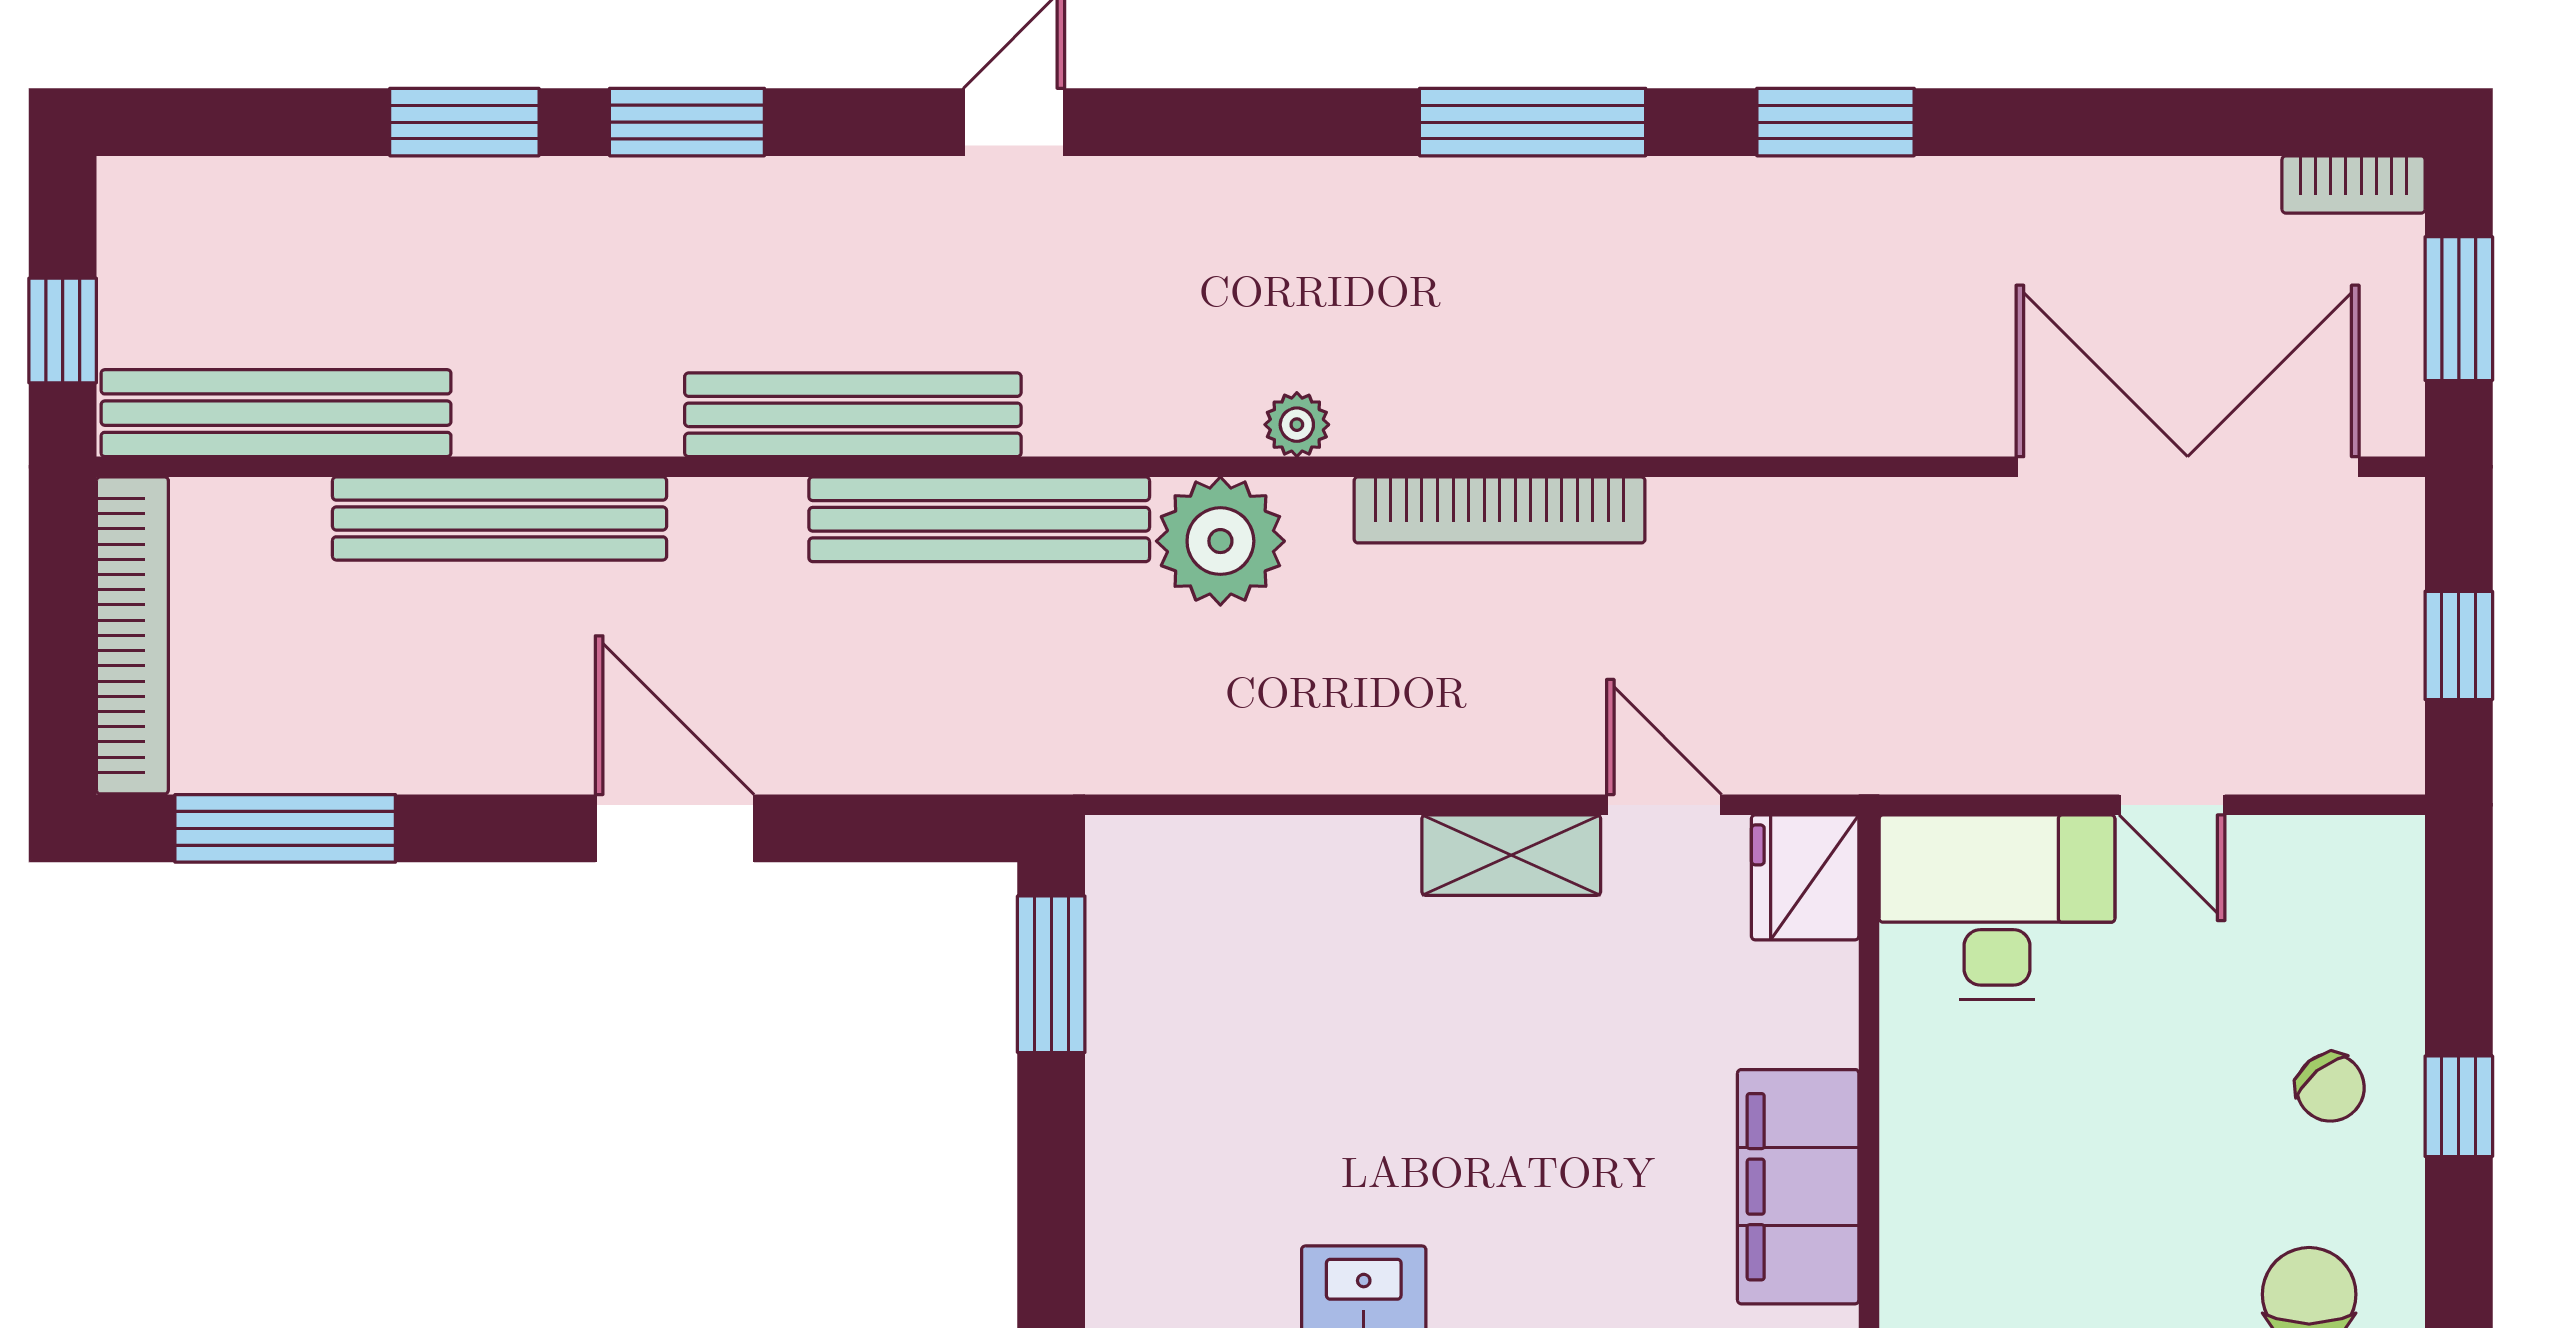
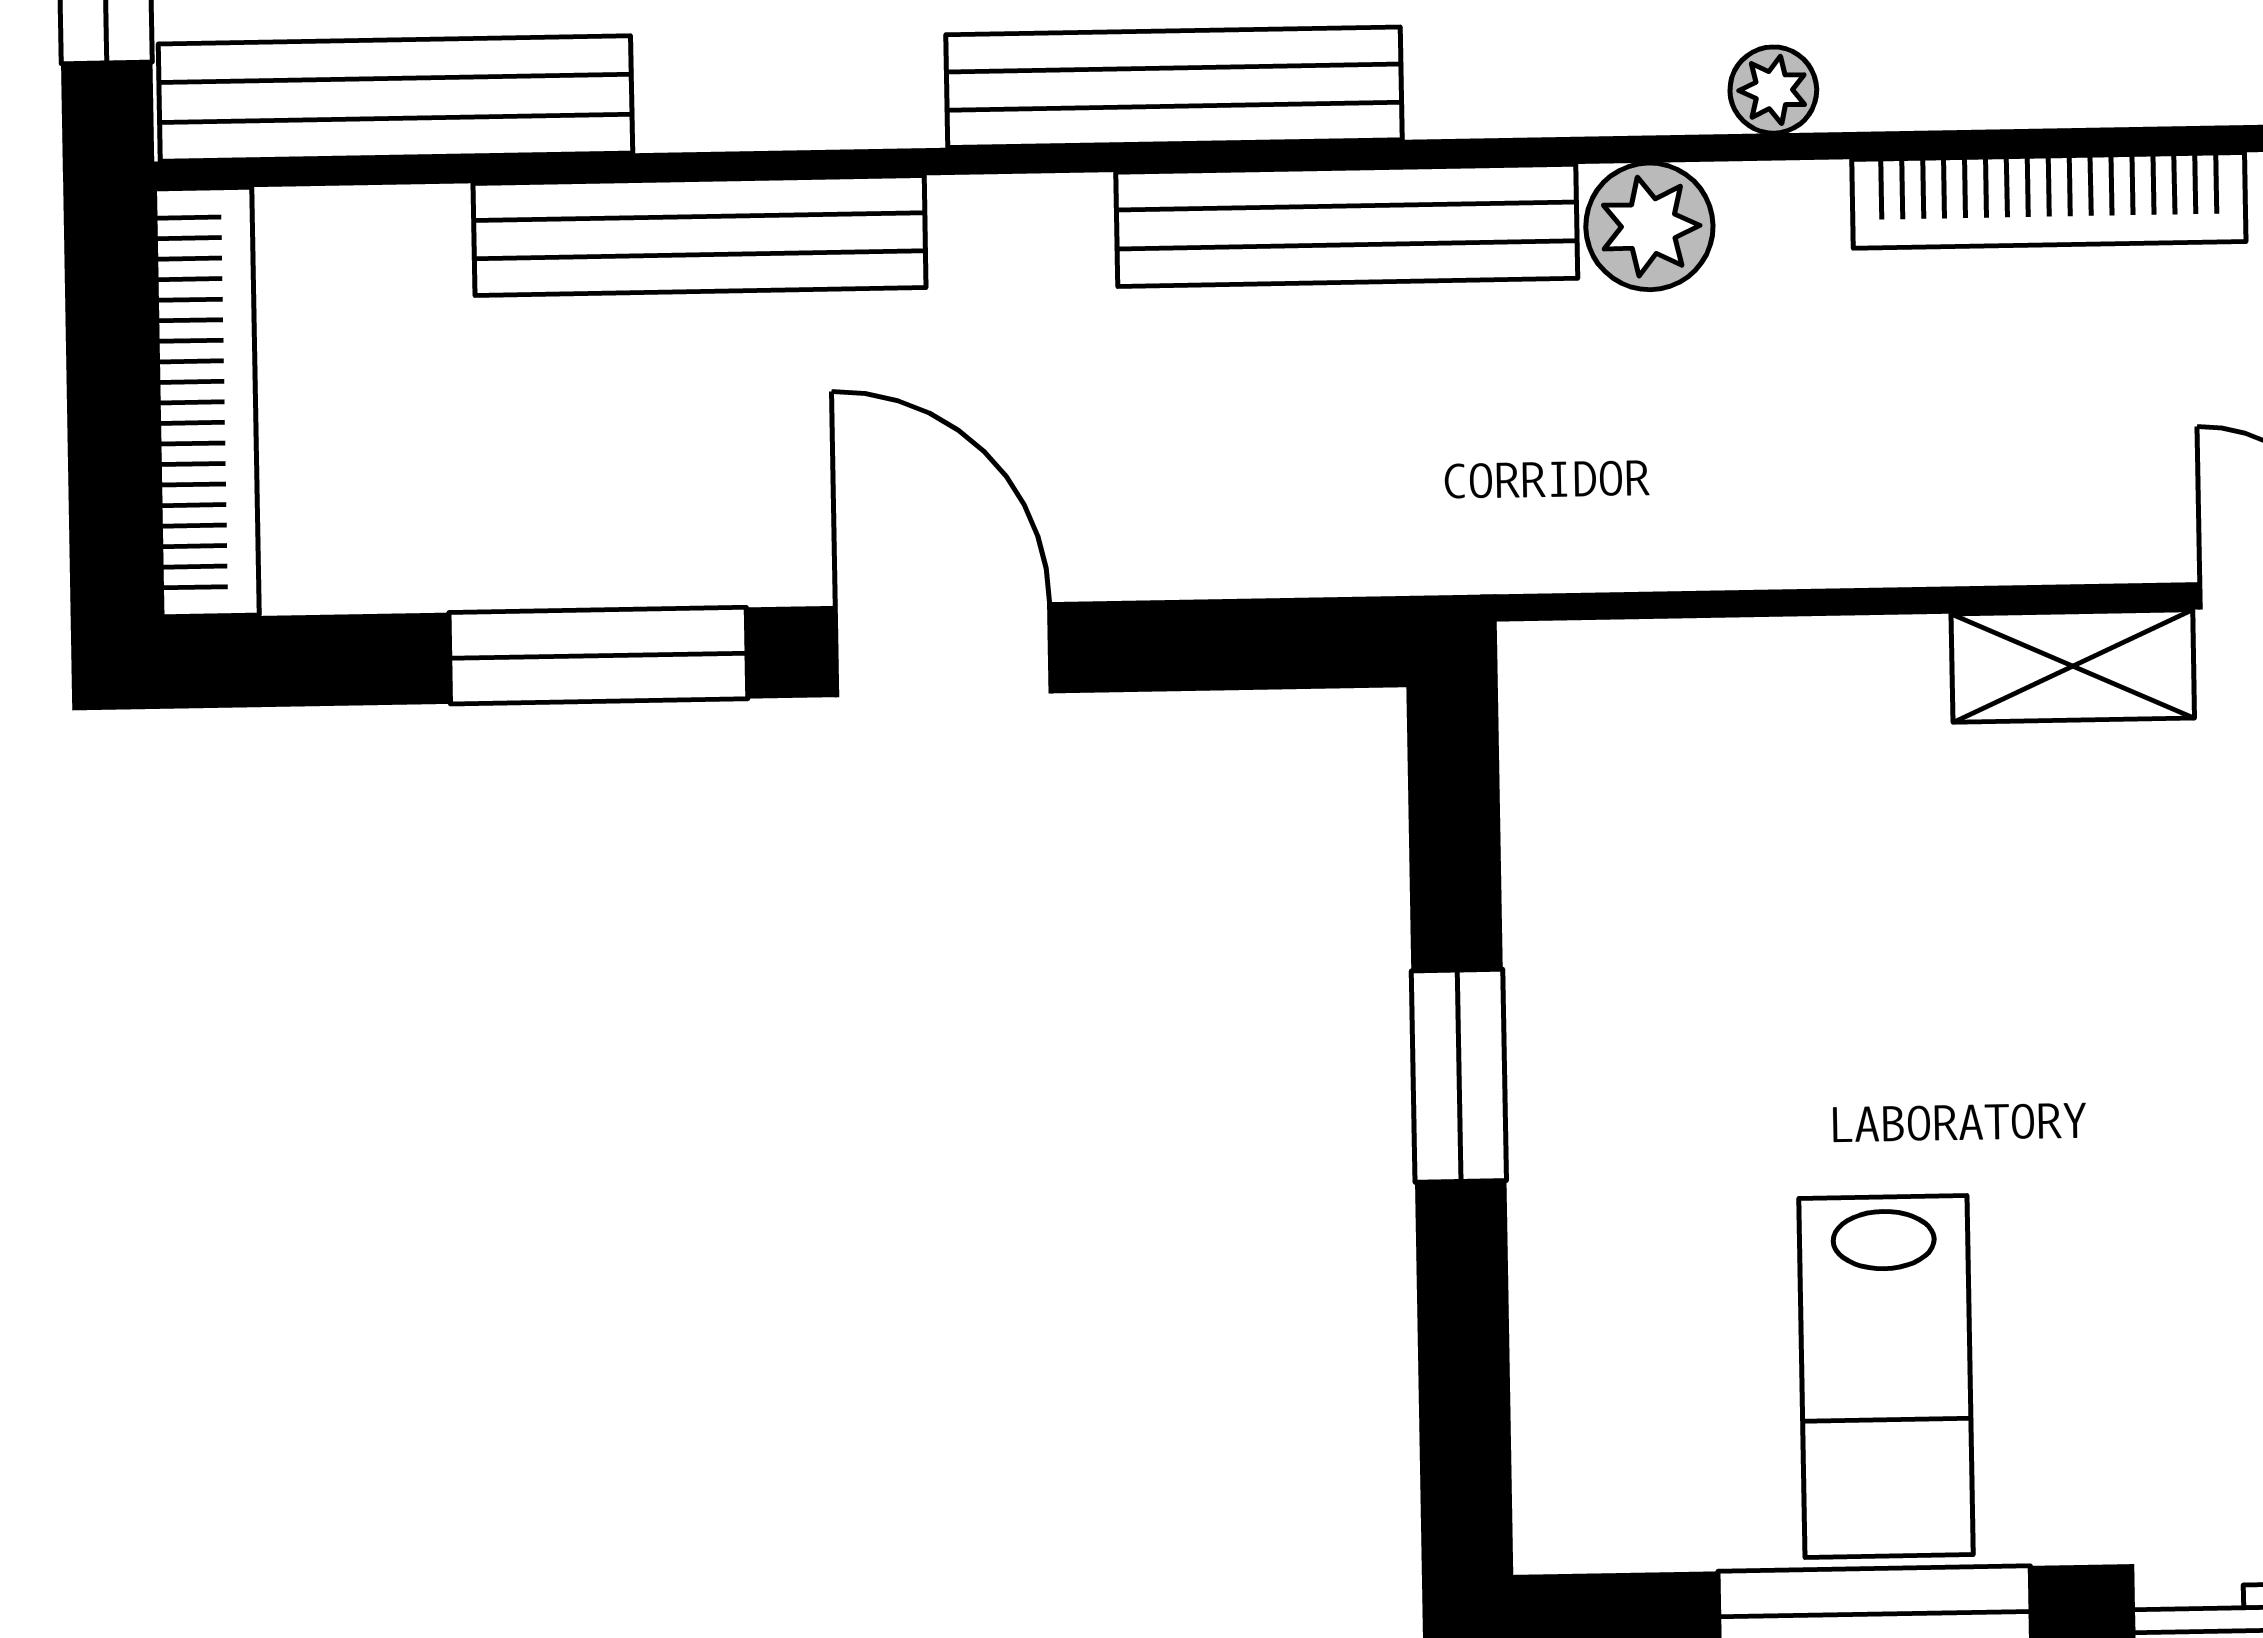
plant: (1220, 541) -> (1649, 226), width x0.73, depth x0.73
window: (285, 828) -> (598, 656), moved
window: (1051, 974) -> (1459, 1076), moved

